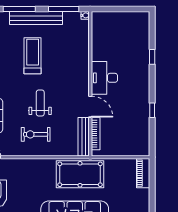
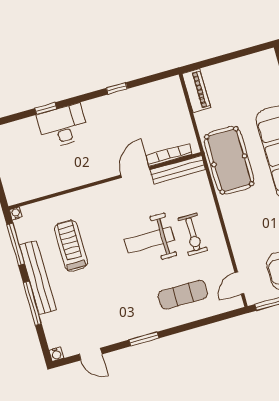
treadmill: (33, 56) -> (71, 246), moved, turned 90
desk: (104, 78) -> (63, 126), moved, turned 180
weight bench: (40, 103) -> (149, 240), width x1.36, depth x1.33
piano: (143, 173) -> (196, 91), moved, turned -90

